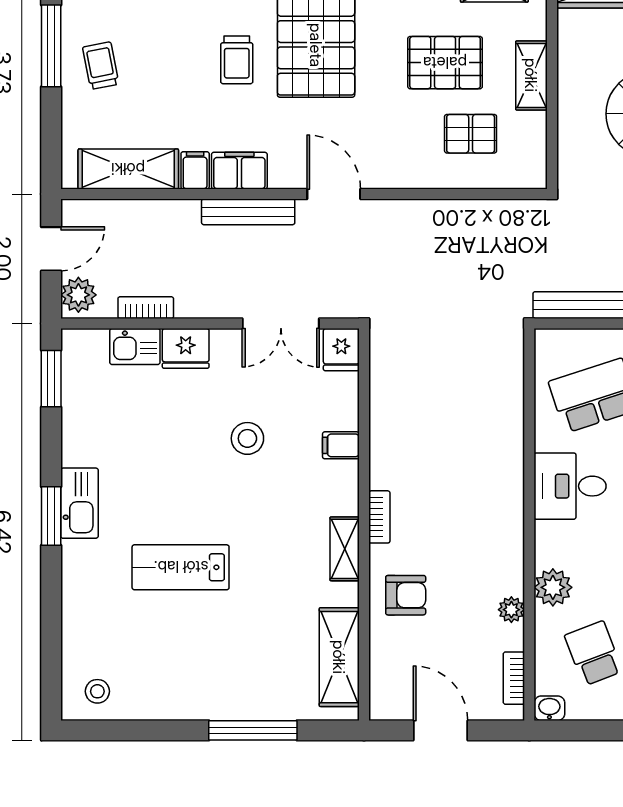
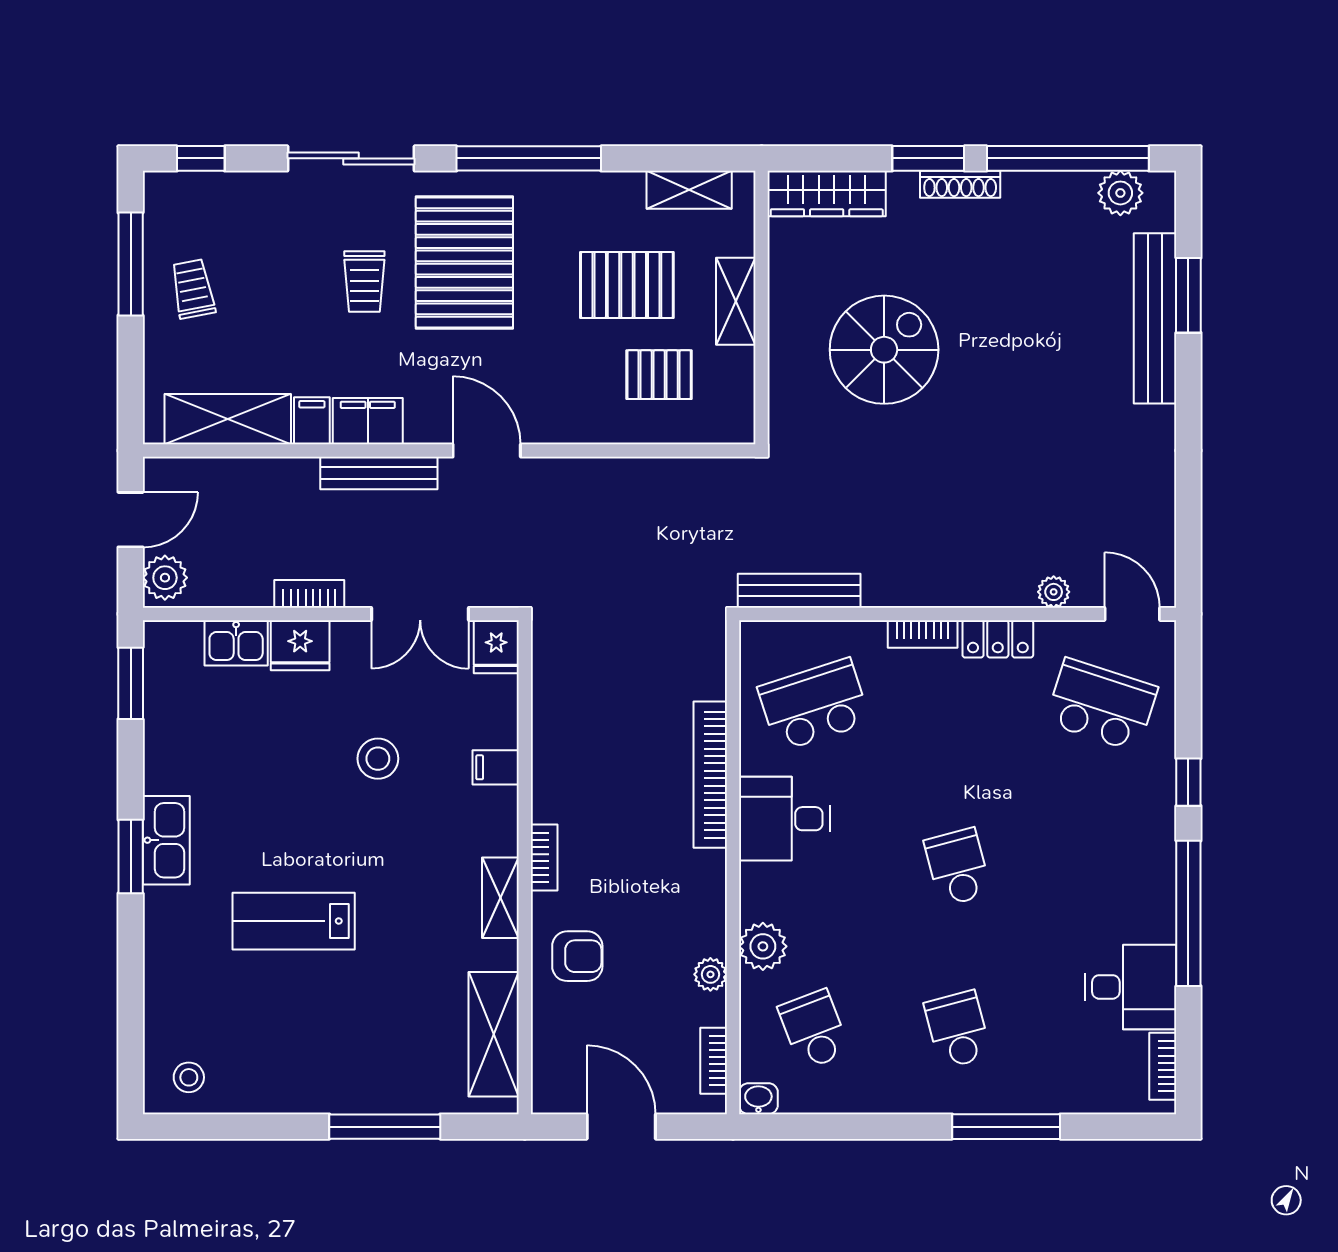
bookcase: (146, 308) -> (309, 594), moved
bookcase: (511, 451) -> (710, 775), added

